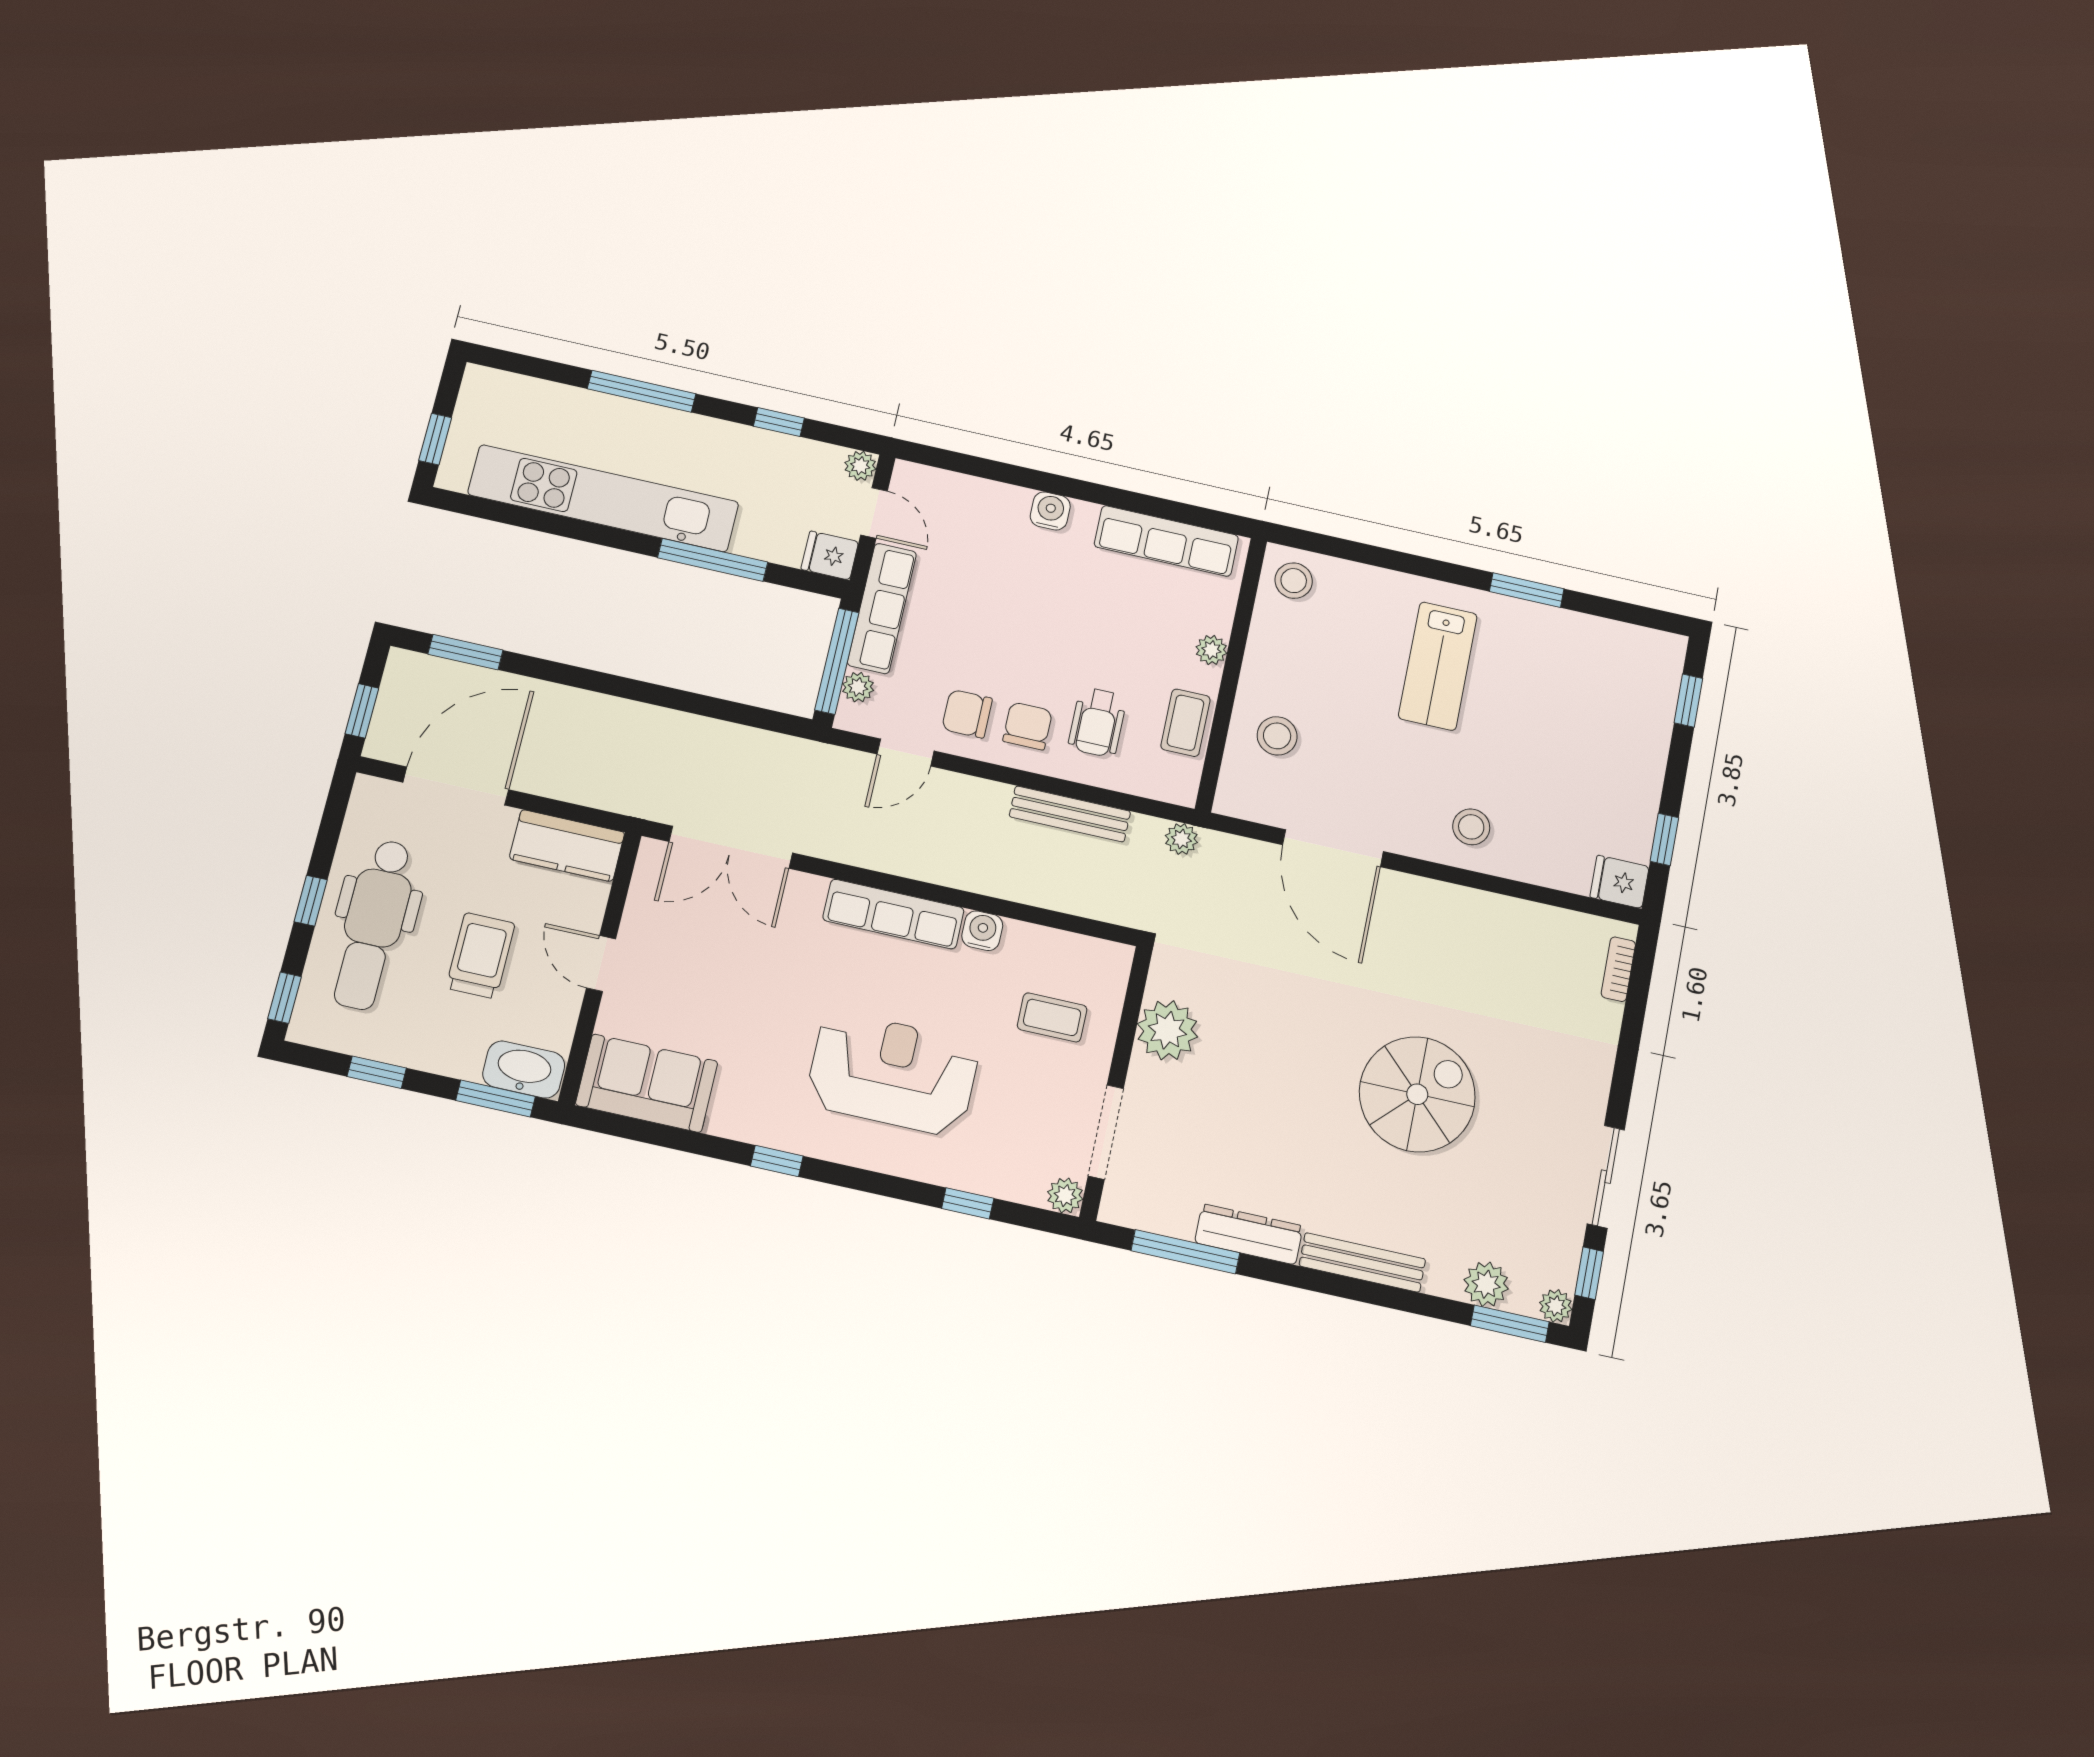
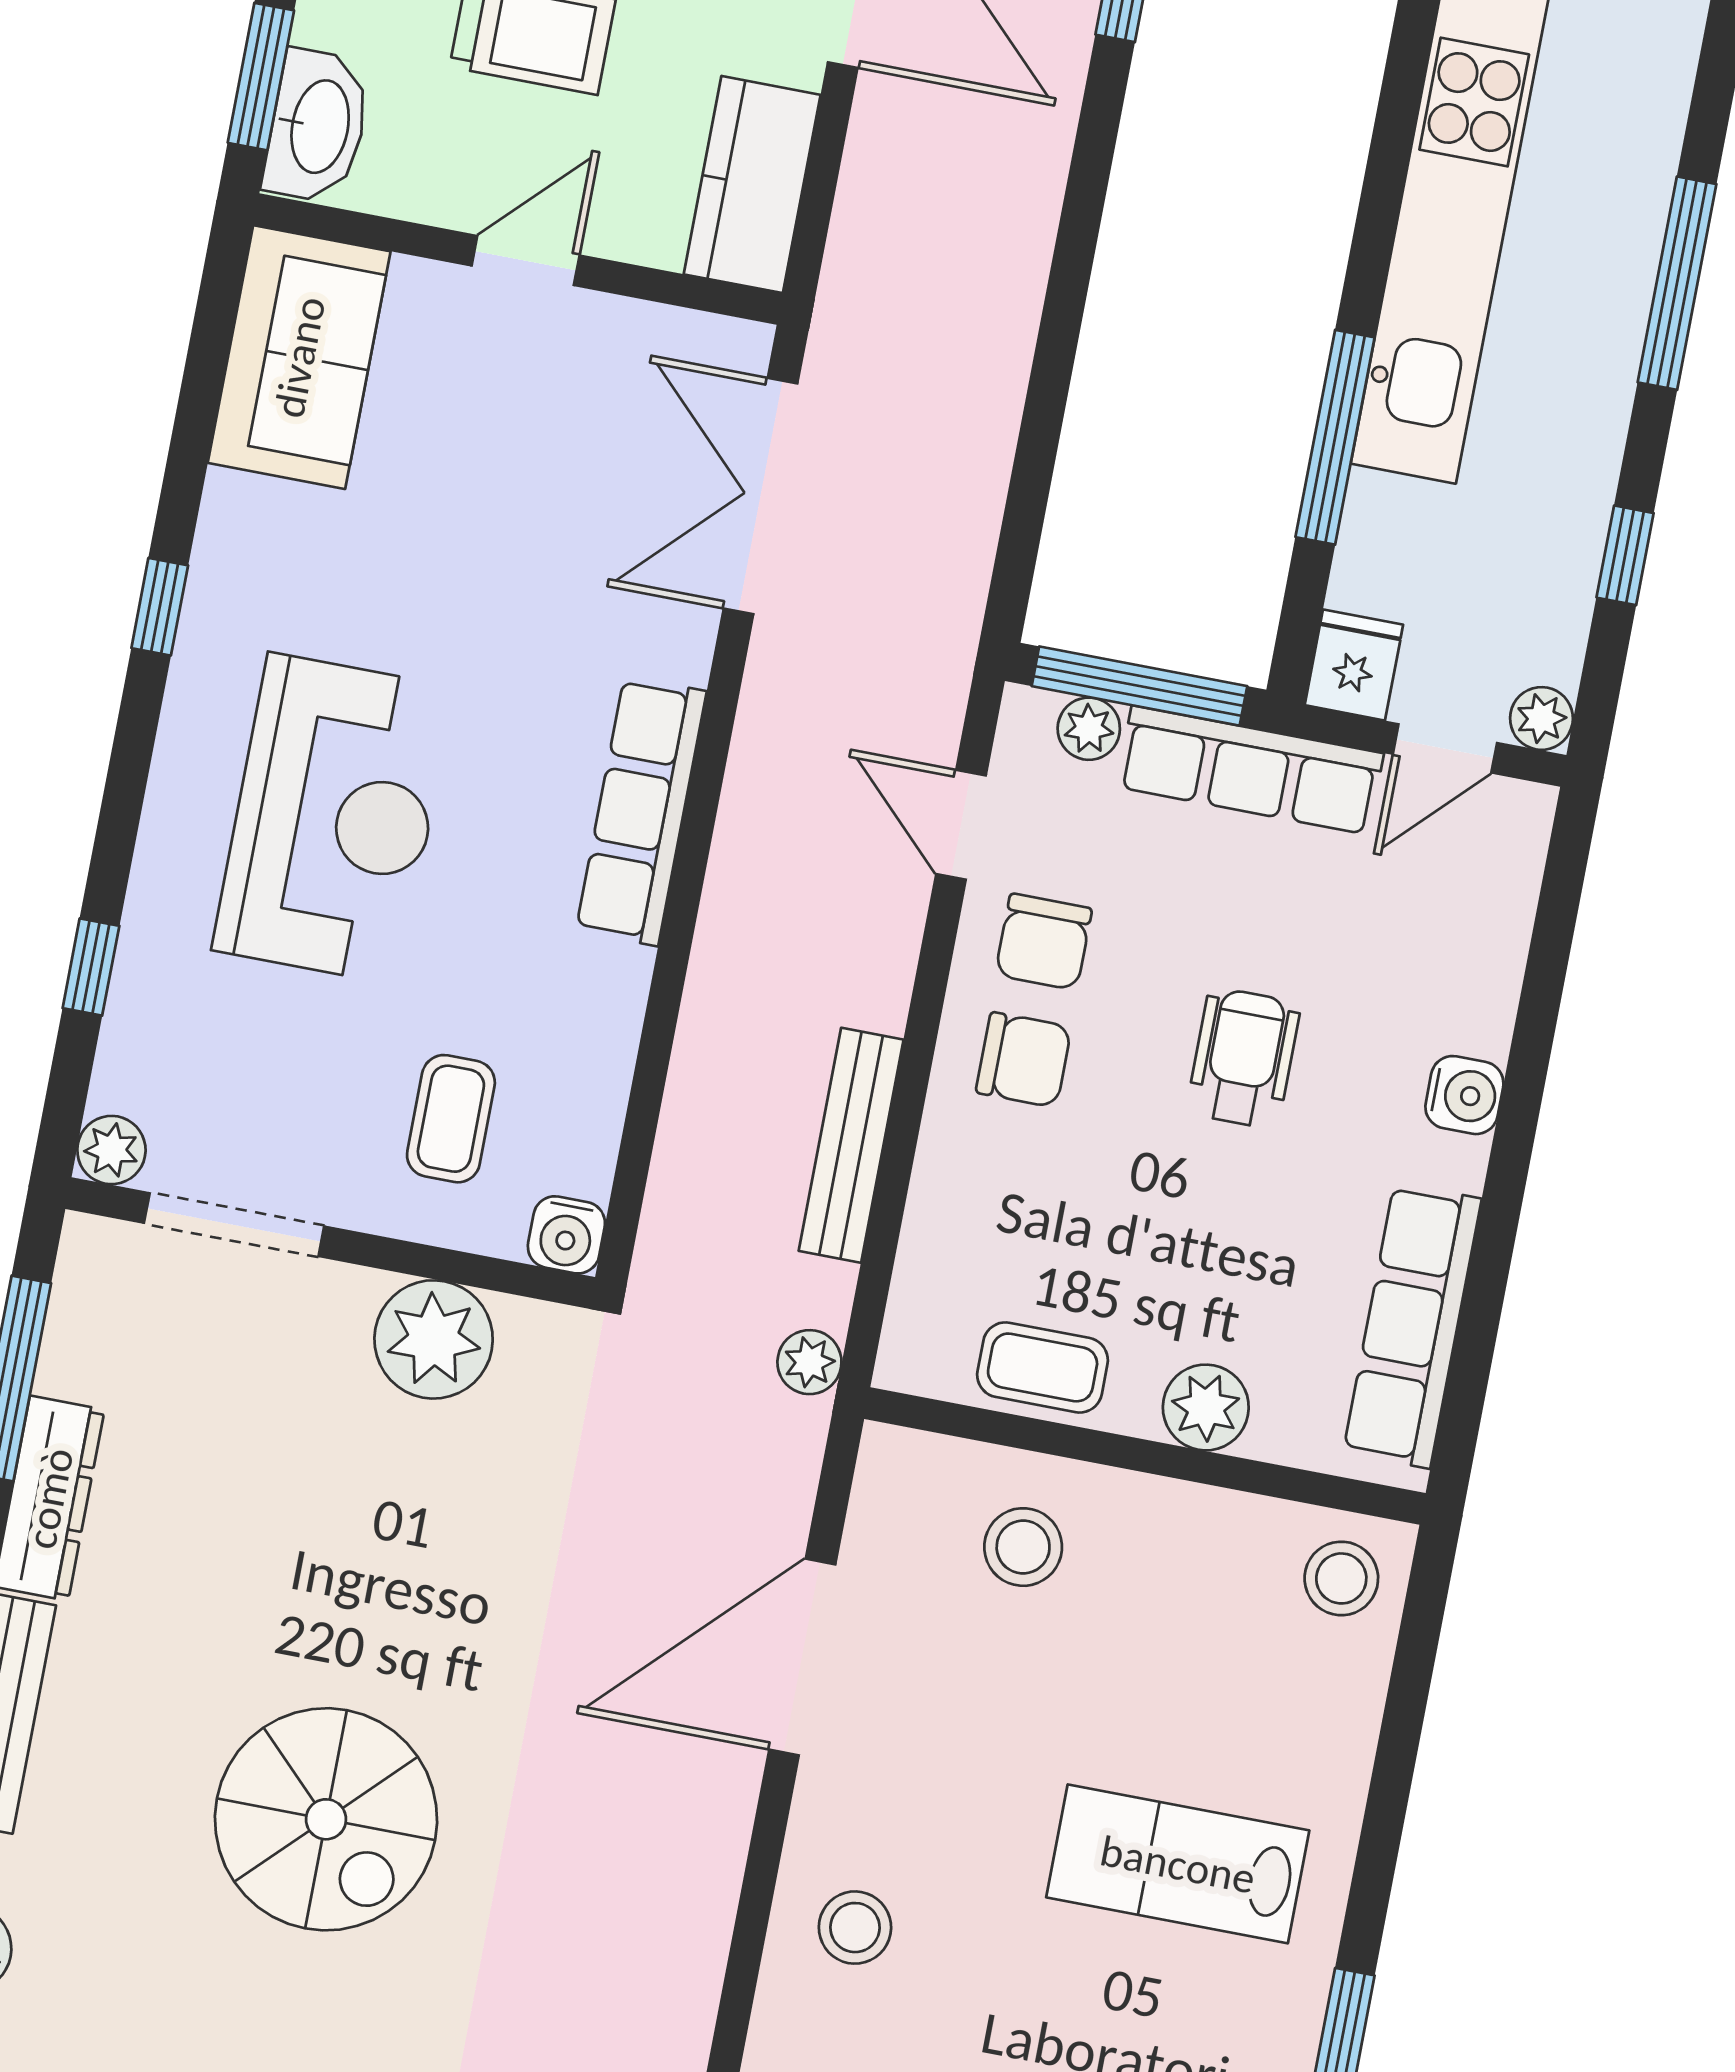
plant: (1211, 650) -> (1206, 1407), width x1.38, depth x1.38
chair: (967, 714) -> (1044, 942), turned 180
wheelchair: (1097, 722) -> (1243, 1058), moved, turned 90
water cooler: (982, 931) -> (566, 1235), moved, turned 90

